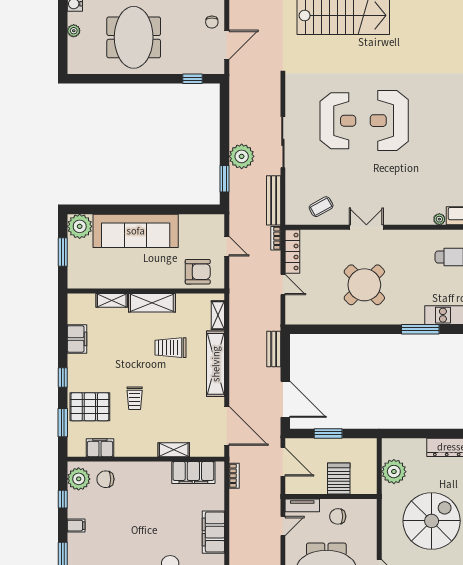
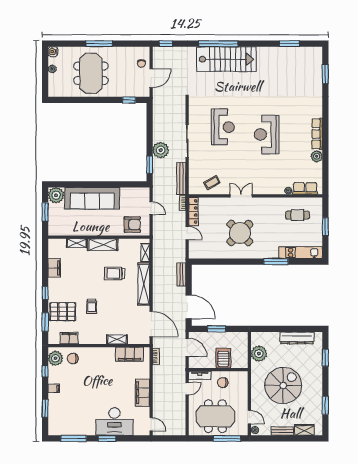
reception desk: (389, 121) -> (267, 135), moved

